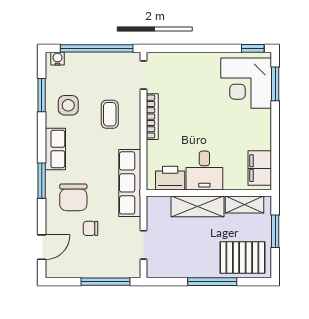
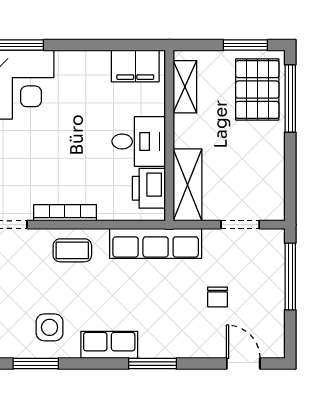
coffee table: (110, 114) -> (72, 250), moved
chair: (73, 197) -> (175, 320), removed
shelving: (197, 206) -> (187, 185), moved
window: (275, 231) -> (245, 45), moved
window: (212, 282) -> (290, 99), moved

